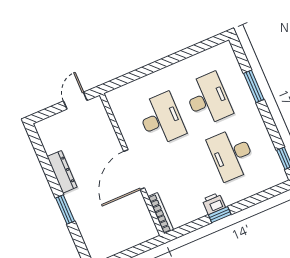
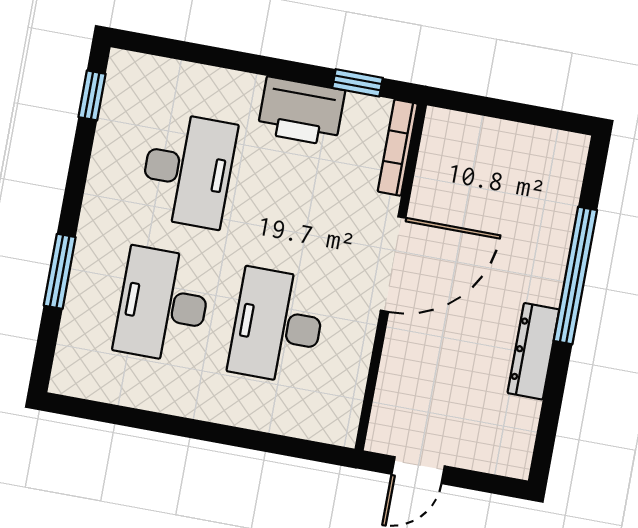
printer: (214, 203) -> (301, 111), width x1.87, depth x1.48
window: (65, 210) -> (575, 275), width x2.11
window: (220, 215) -> (358, 83), moved

